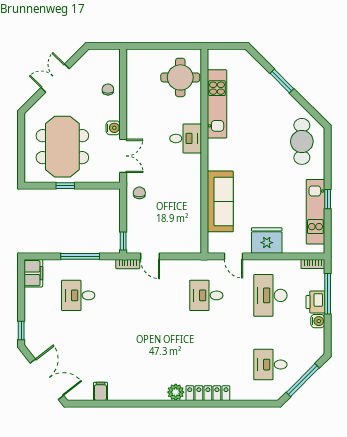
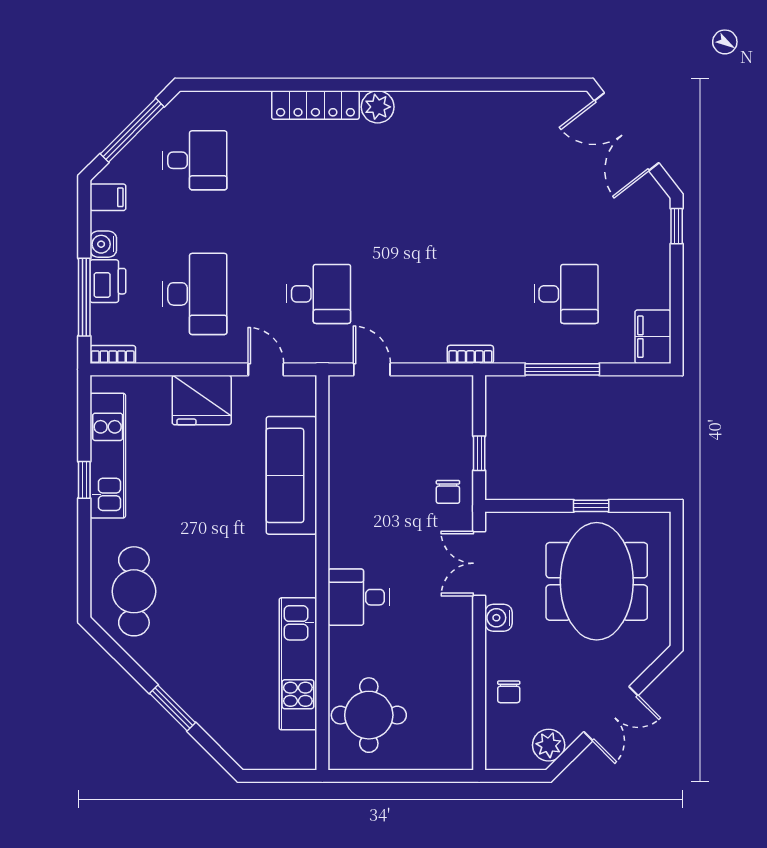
plant: (87, 62) -> (549, 745), added
window: (123, 241) -> (479, 453), moved
door: (150, 256) -> (372, 369), moved
filing cabinet: (100, 391) -> (108, 197), moved, turned -90

